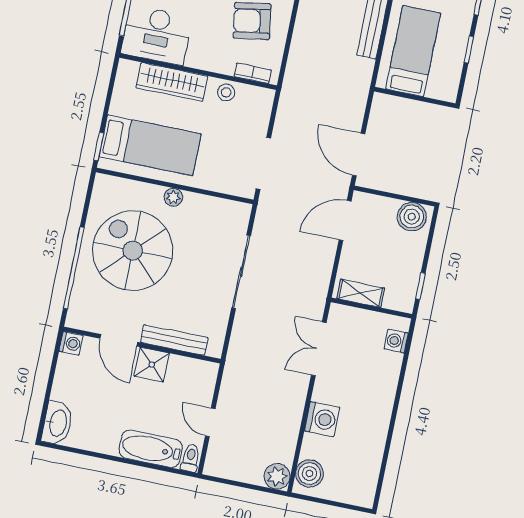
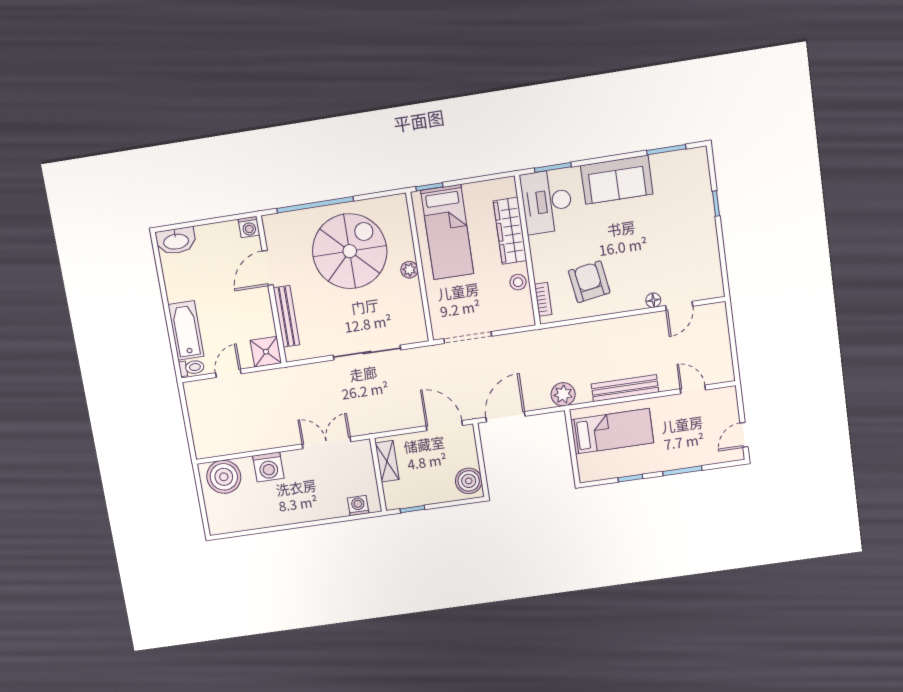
shower: (152, 365) -> (266, 352), moved
boiler: (309, 474) -> (224, 477), width x1.37, depth x1.37
plant: (277, 476) -> (563, 394), moved

